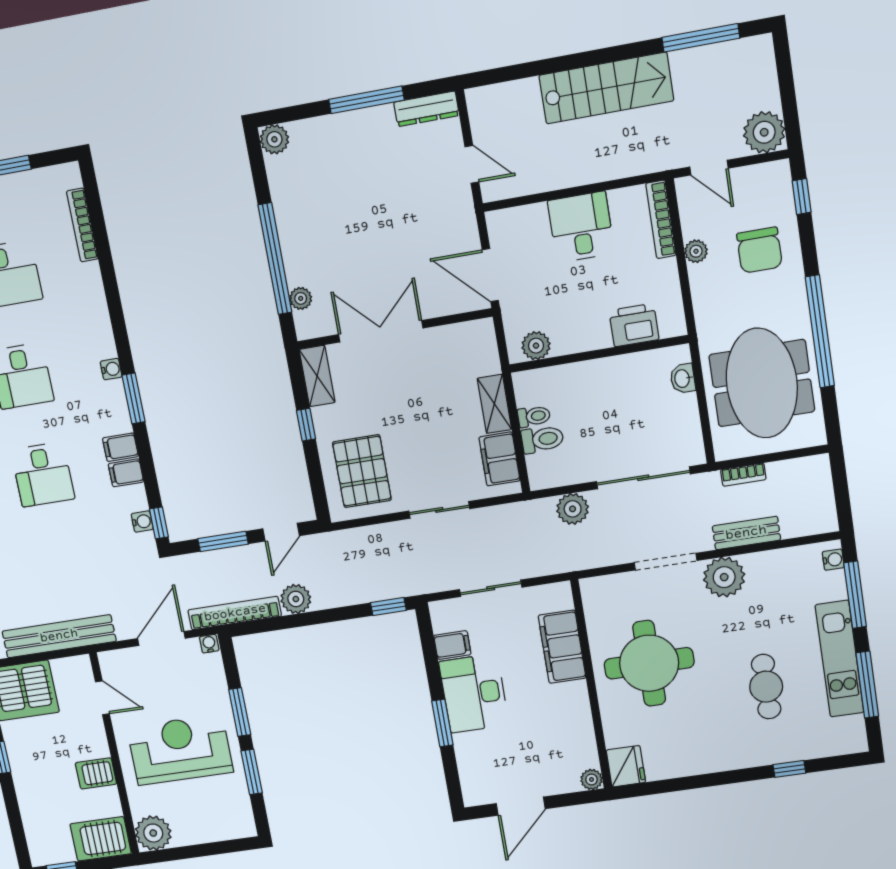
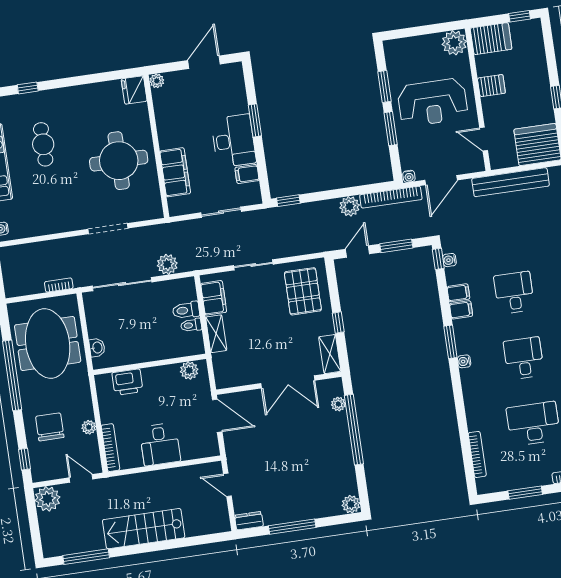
dresser: (426, 109) -> (249, 521), width x0.70
bench: (746, 533) -> (57, 247), removed
plant: (724, 577) -> (71, 218), removed

